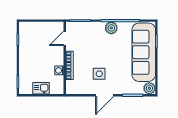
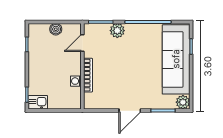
boiler: (42, 27) -> (56, 29), added
plant: (111, 28) -> (117, 31), moved
side table: (99, 74) -> (123, 85), removed
kitchen sink: (41, 88) -> (38, 102), moved

